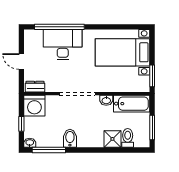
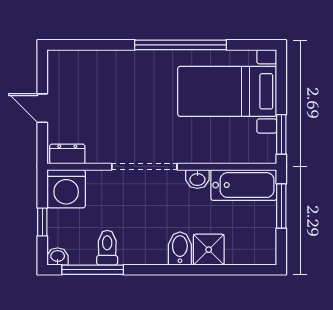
window: (59, 27) -> (180, 45), moved
desk: (63, 45) -> (118, 77), removed
window: (152, 127) -> (281, 206), moved
bidet: (70, 138) -> (180, 248), moved
toilet: (128, 138) -> (107, 248), moved

